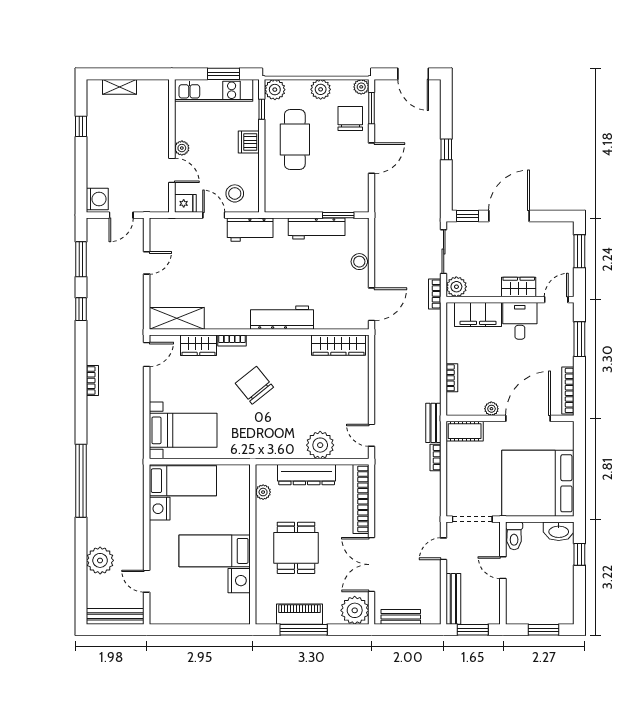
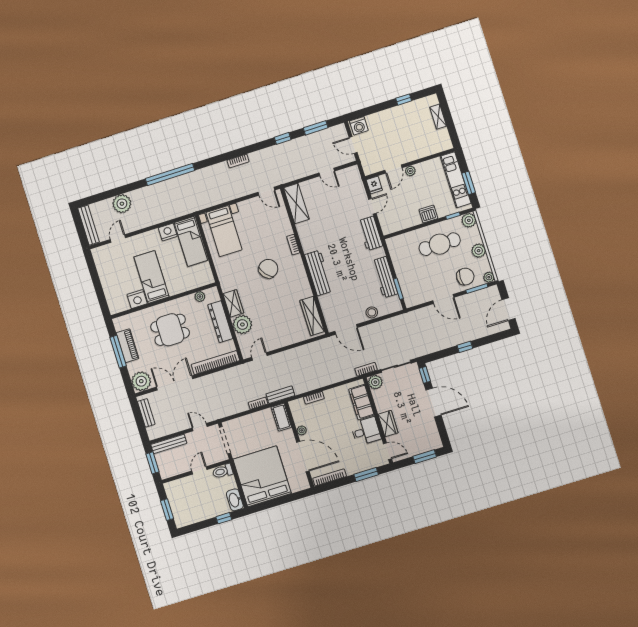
stool: (235, 193) -> (391, 216), removed
wardrobe: (198, 345) -> (233, 303), moved, turned 180

